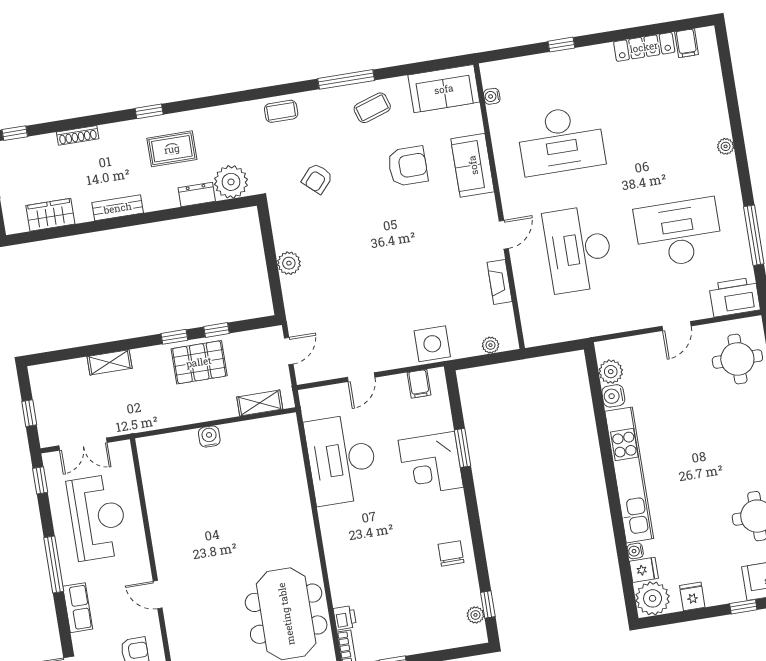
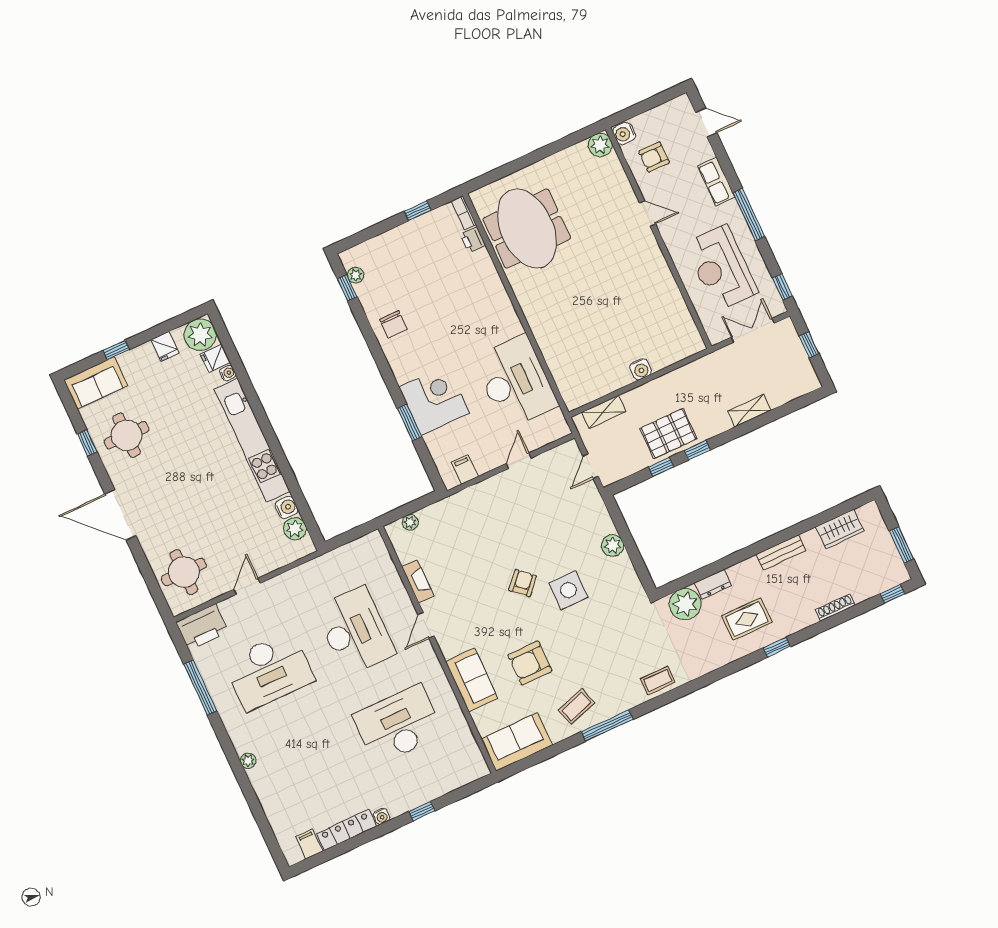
water cooler: (492, 96) -> (382, 816), moved, turned 90
armchair: (317, 178) -> (523, 583), moved
side table: (432, 344) -> (568, 590), moved

